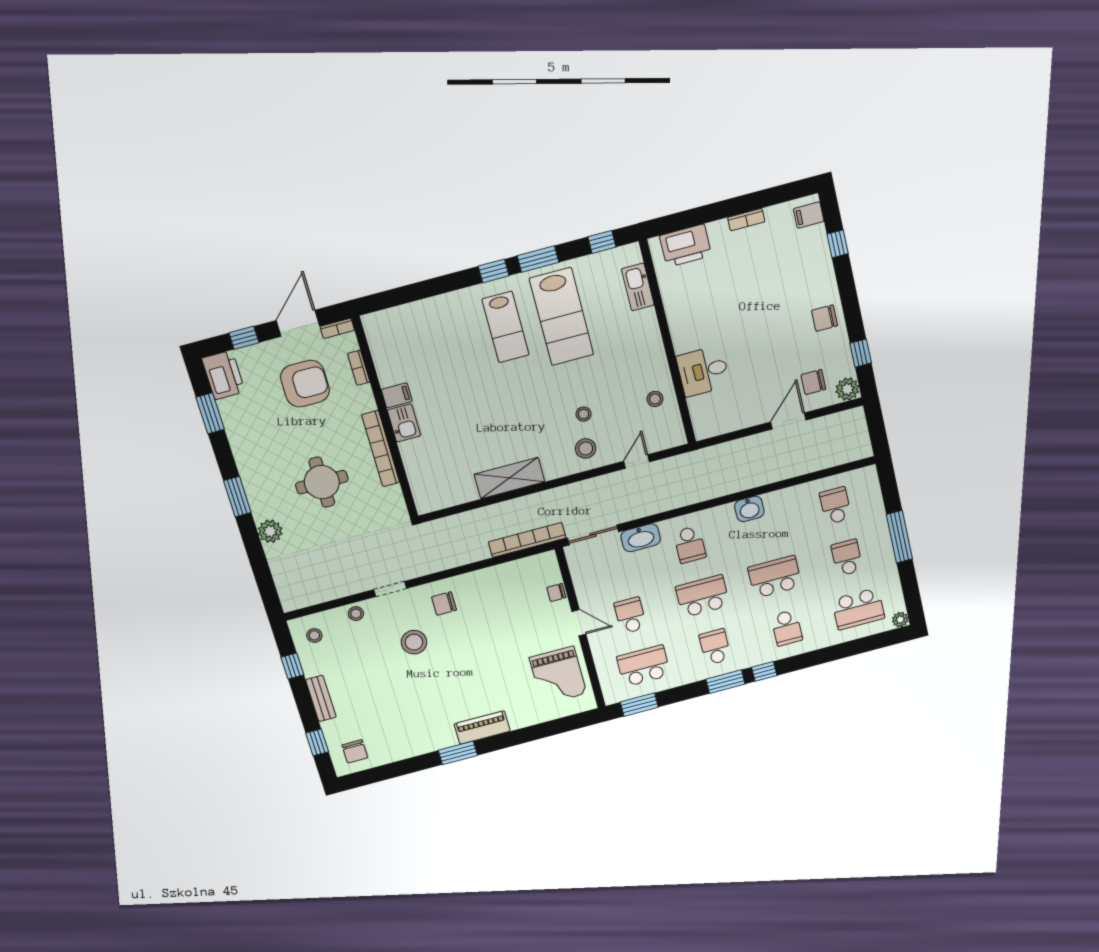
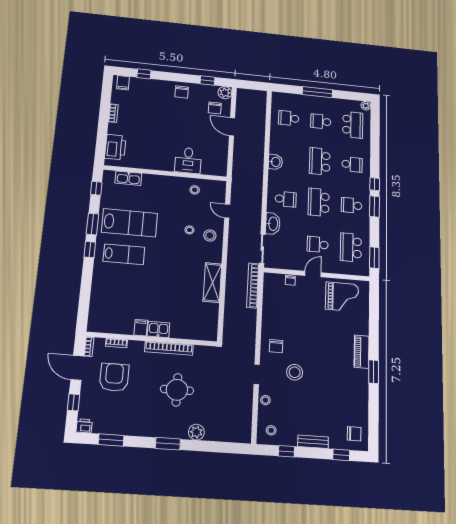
printer: (223, 375) -> (84, 426), width x0.53, depth x0.68

